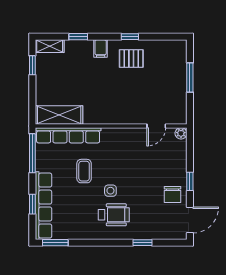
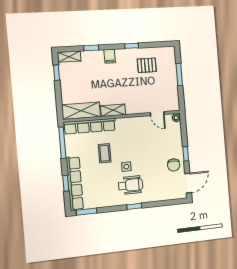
pallet: (131, 59) -> (147, 65), moved
shelving: (99, 117) -> (113, 110), added
door: (156, 126) -> (157, 114), hinge flipped
window: (142, 243) -> (134, 206), moved

